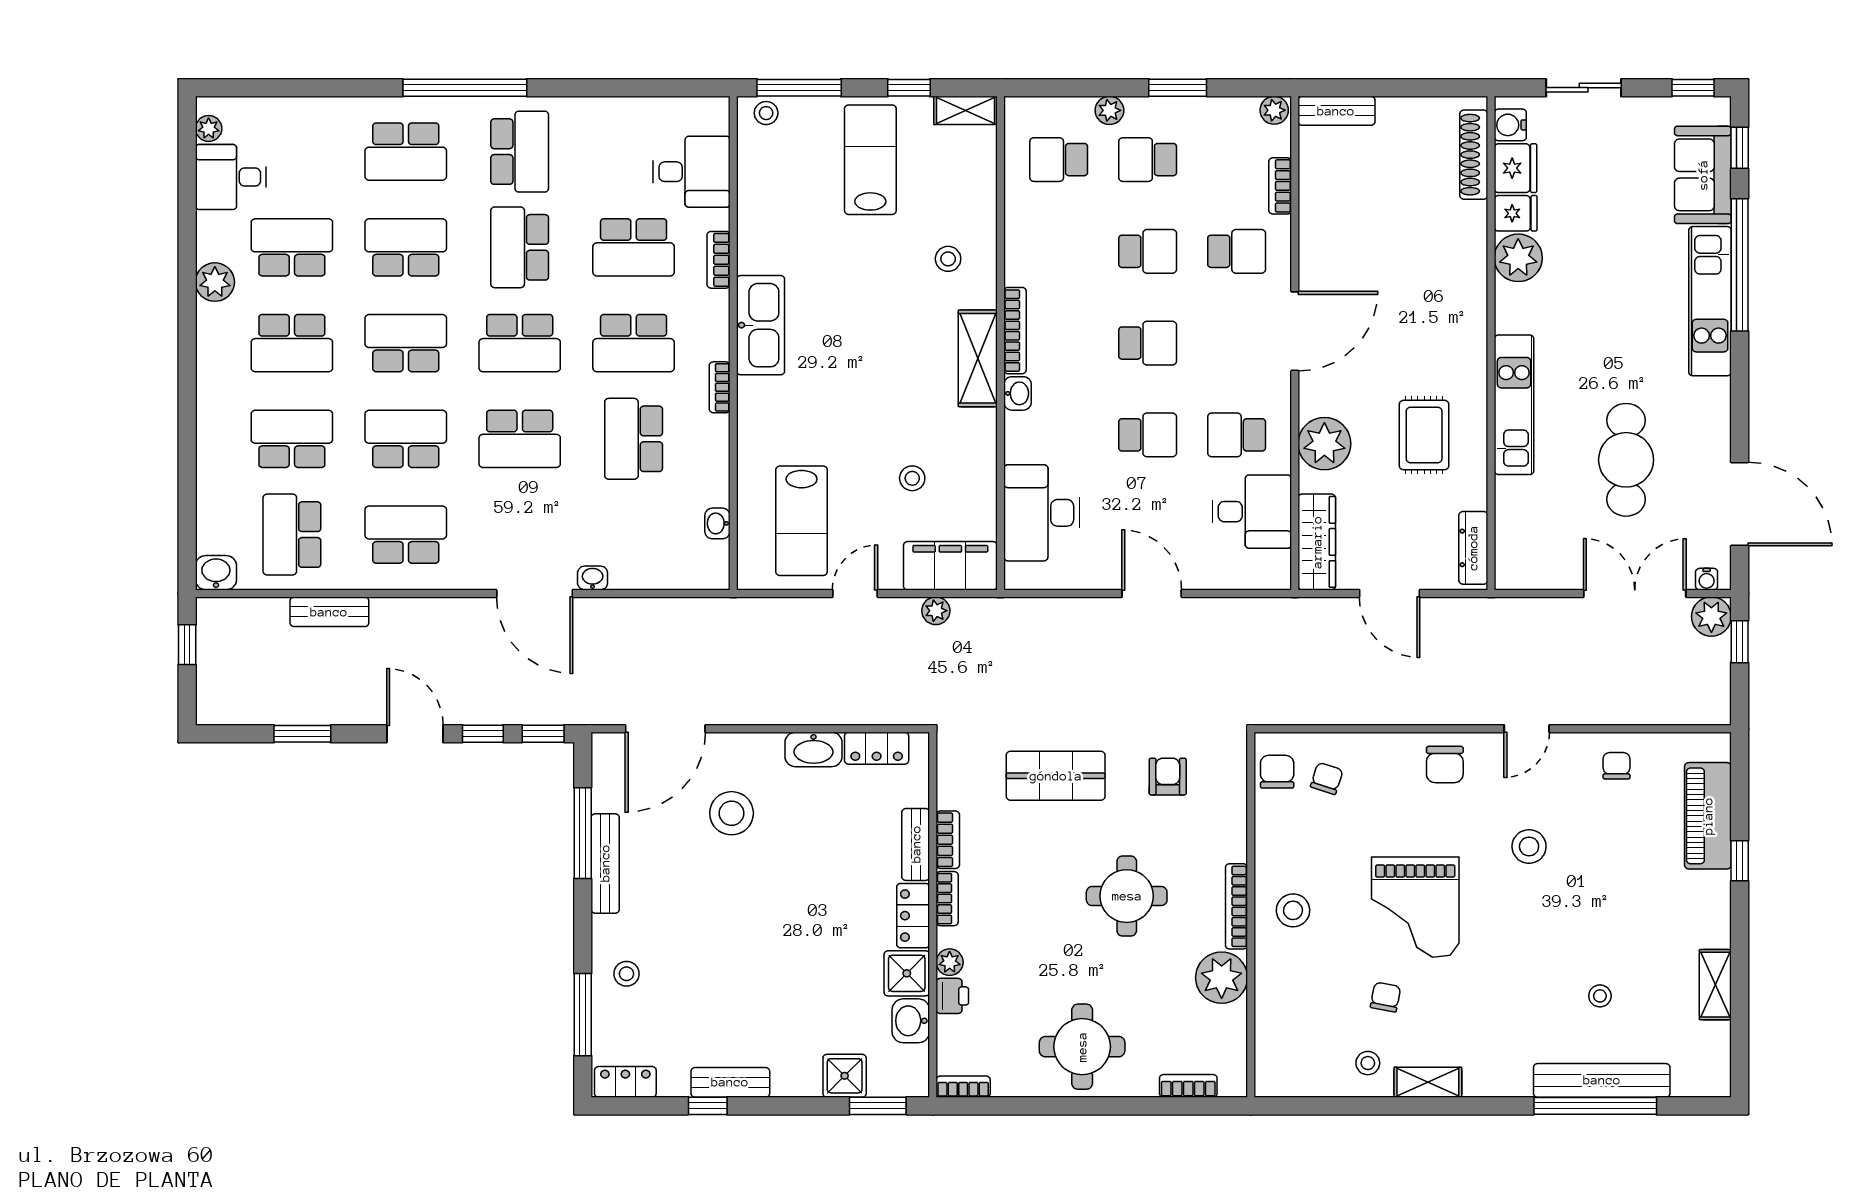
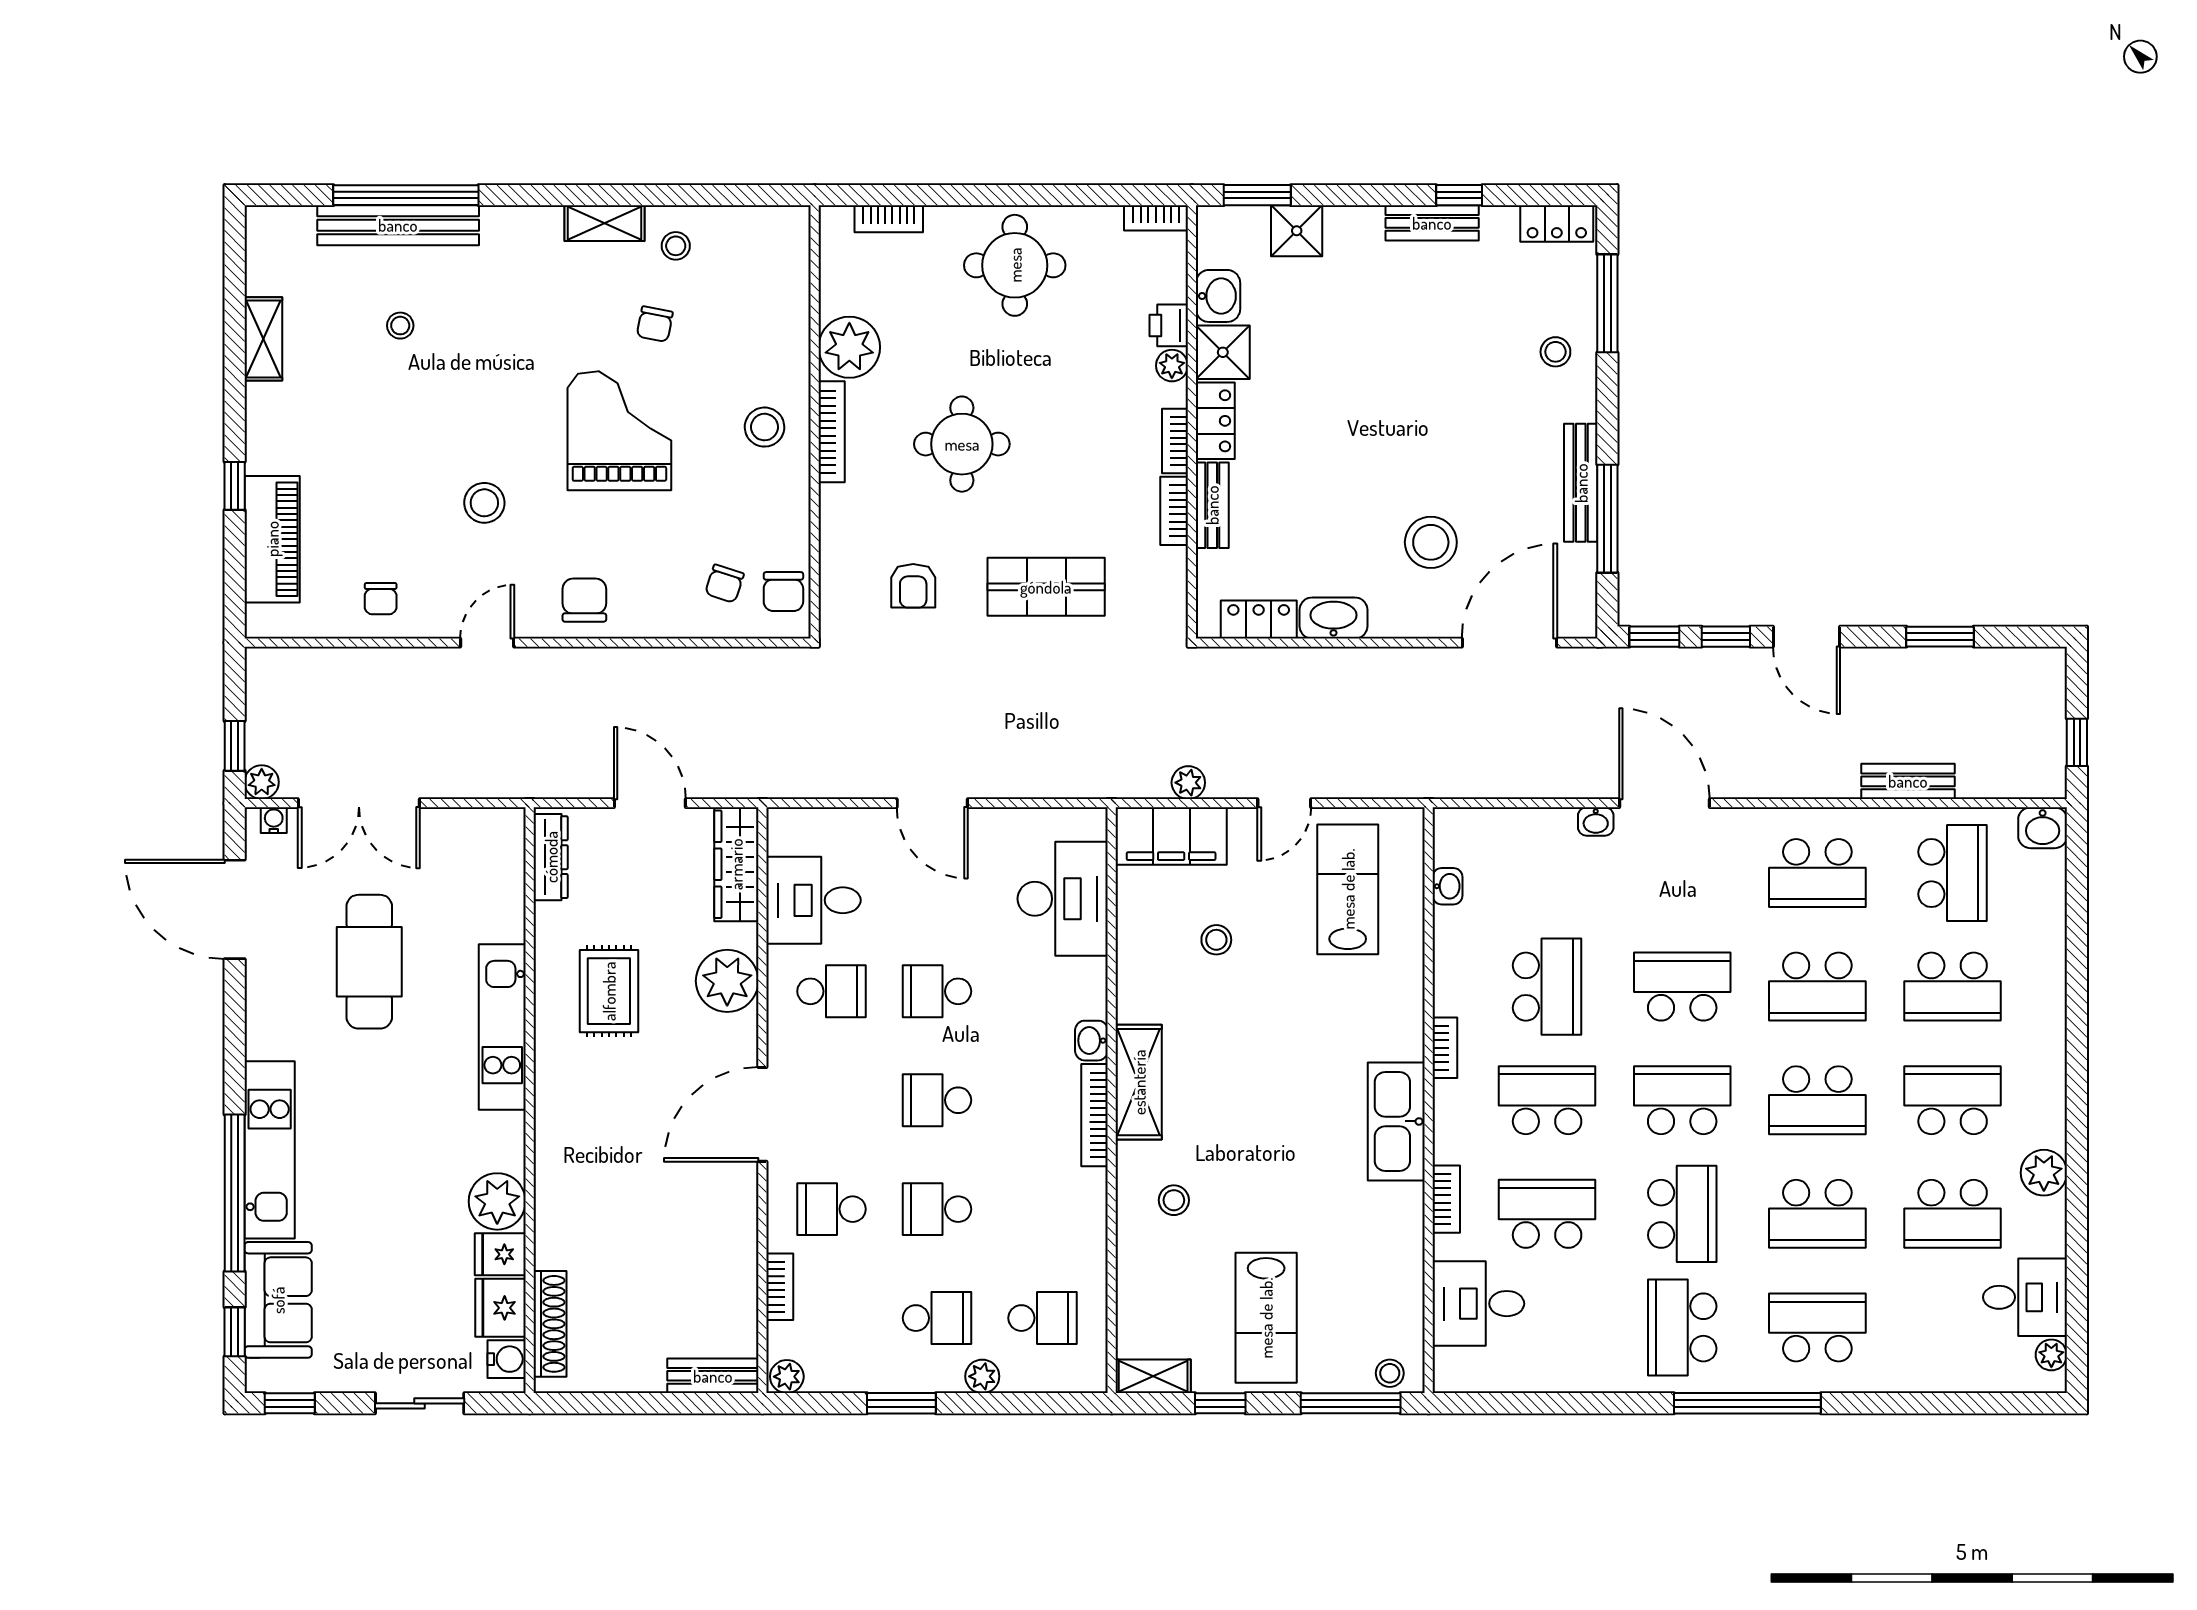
plant: (1711, 617) -> (262, 782), width x0.73, depth x0.73

